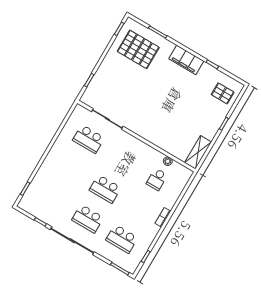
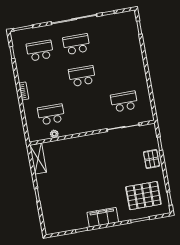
pallet: (223, 93) -> (151, 159), moved, turned 90
school desk: (157, 179) -> (51, 114), width x1.85

